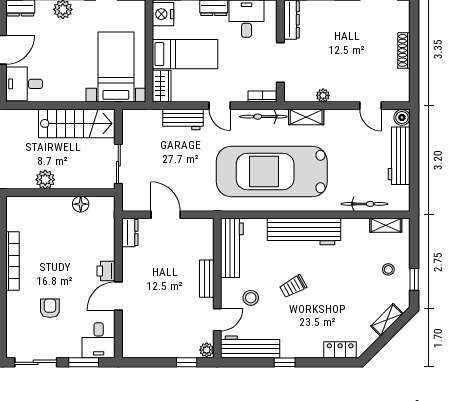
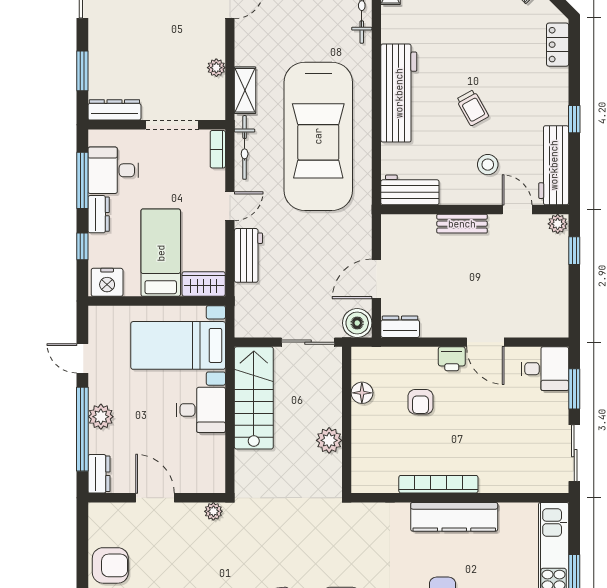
desk: (24, 84) -> (201, 410), moved, turned -90
boiler: (133, 200) -> (357, 323), added
workbench: (232, 248) -> (410, 190), width x0.73
armchair: (50, 308) -> (420, 402), moved, turned -90

